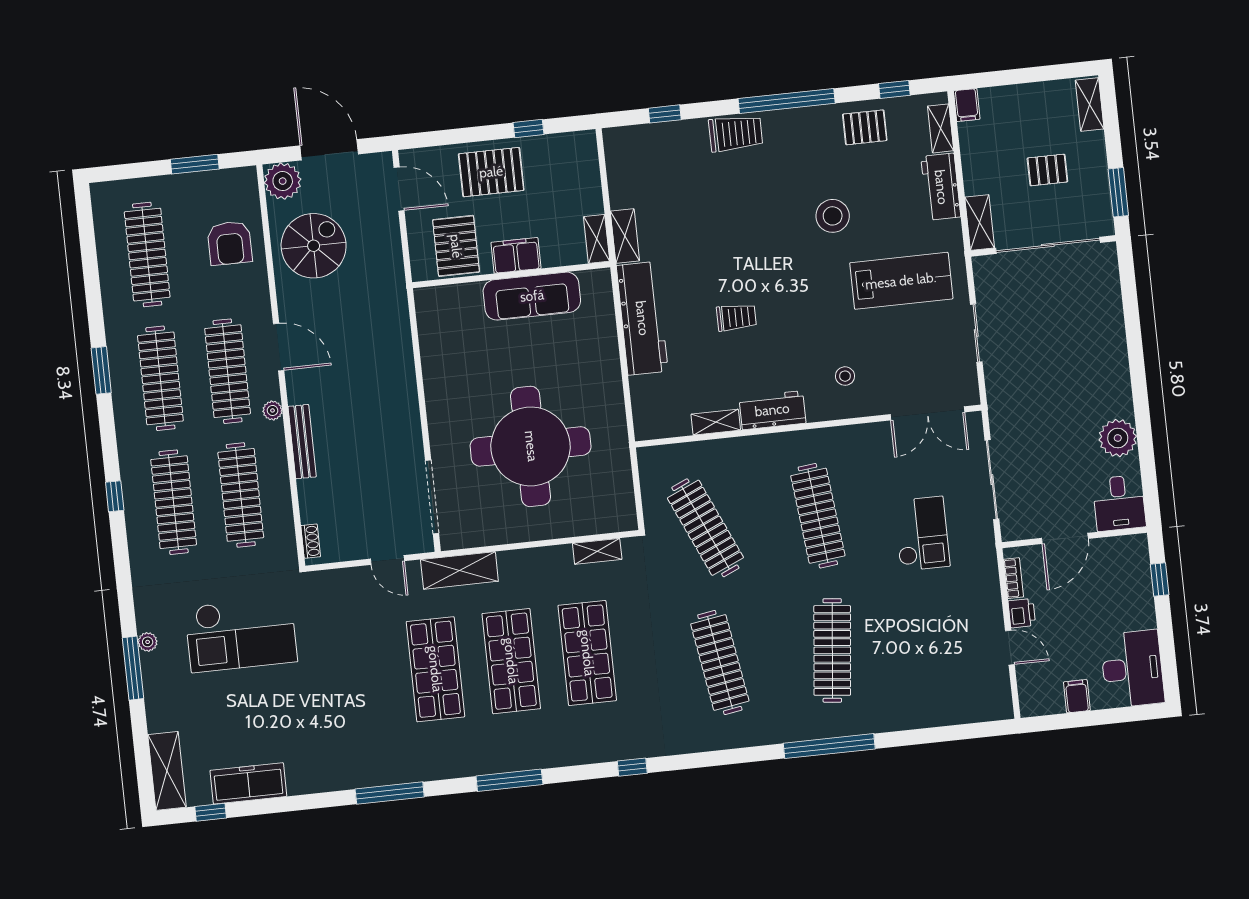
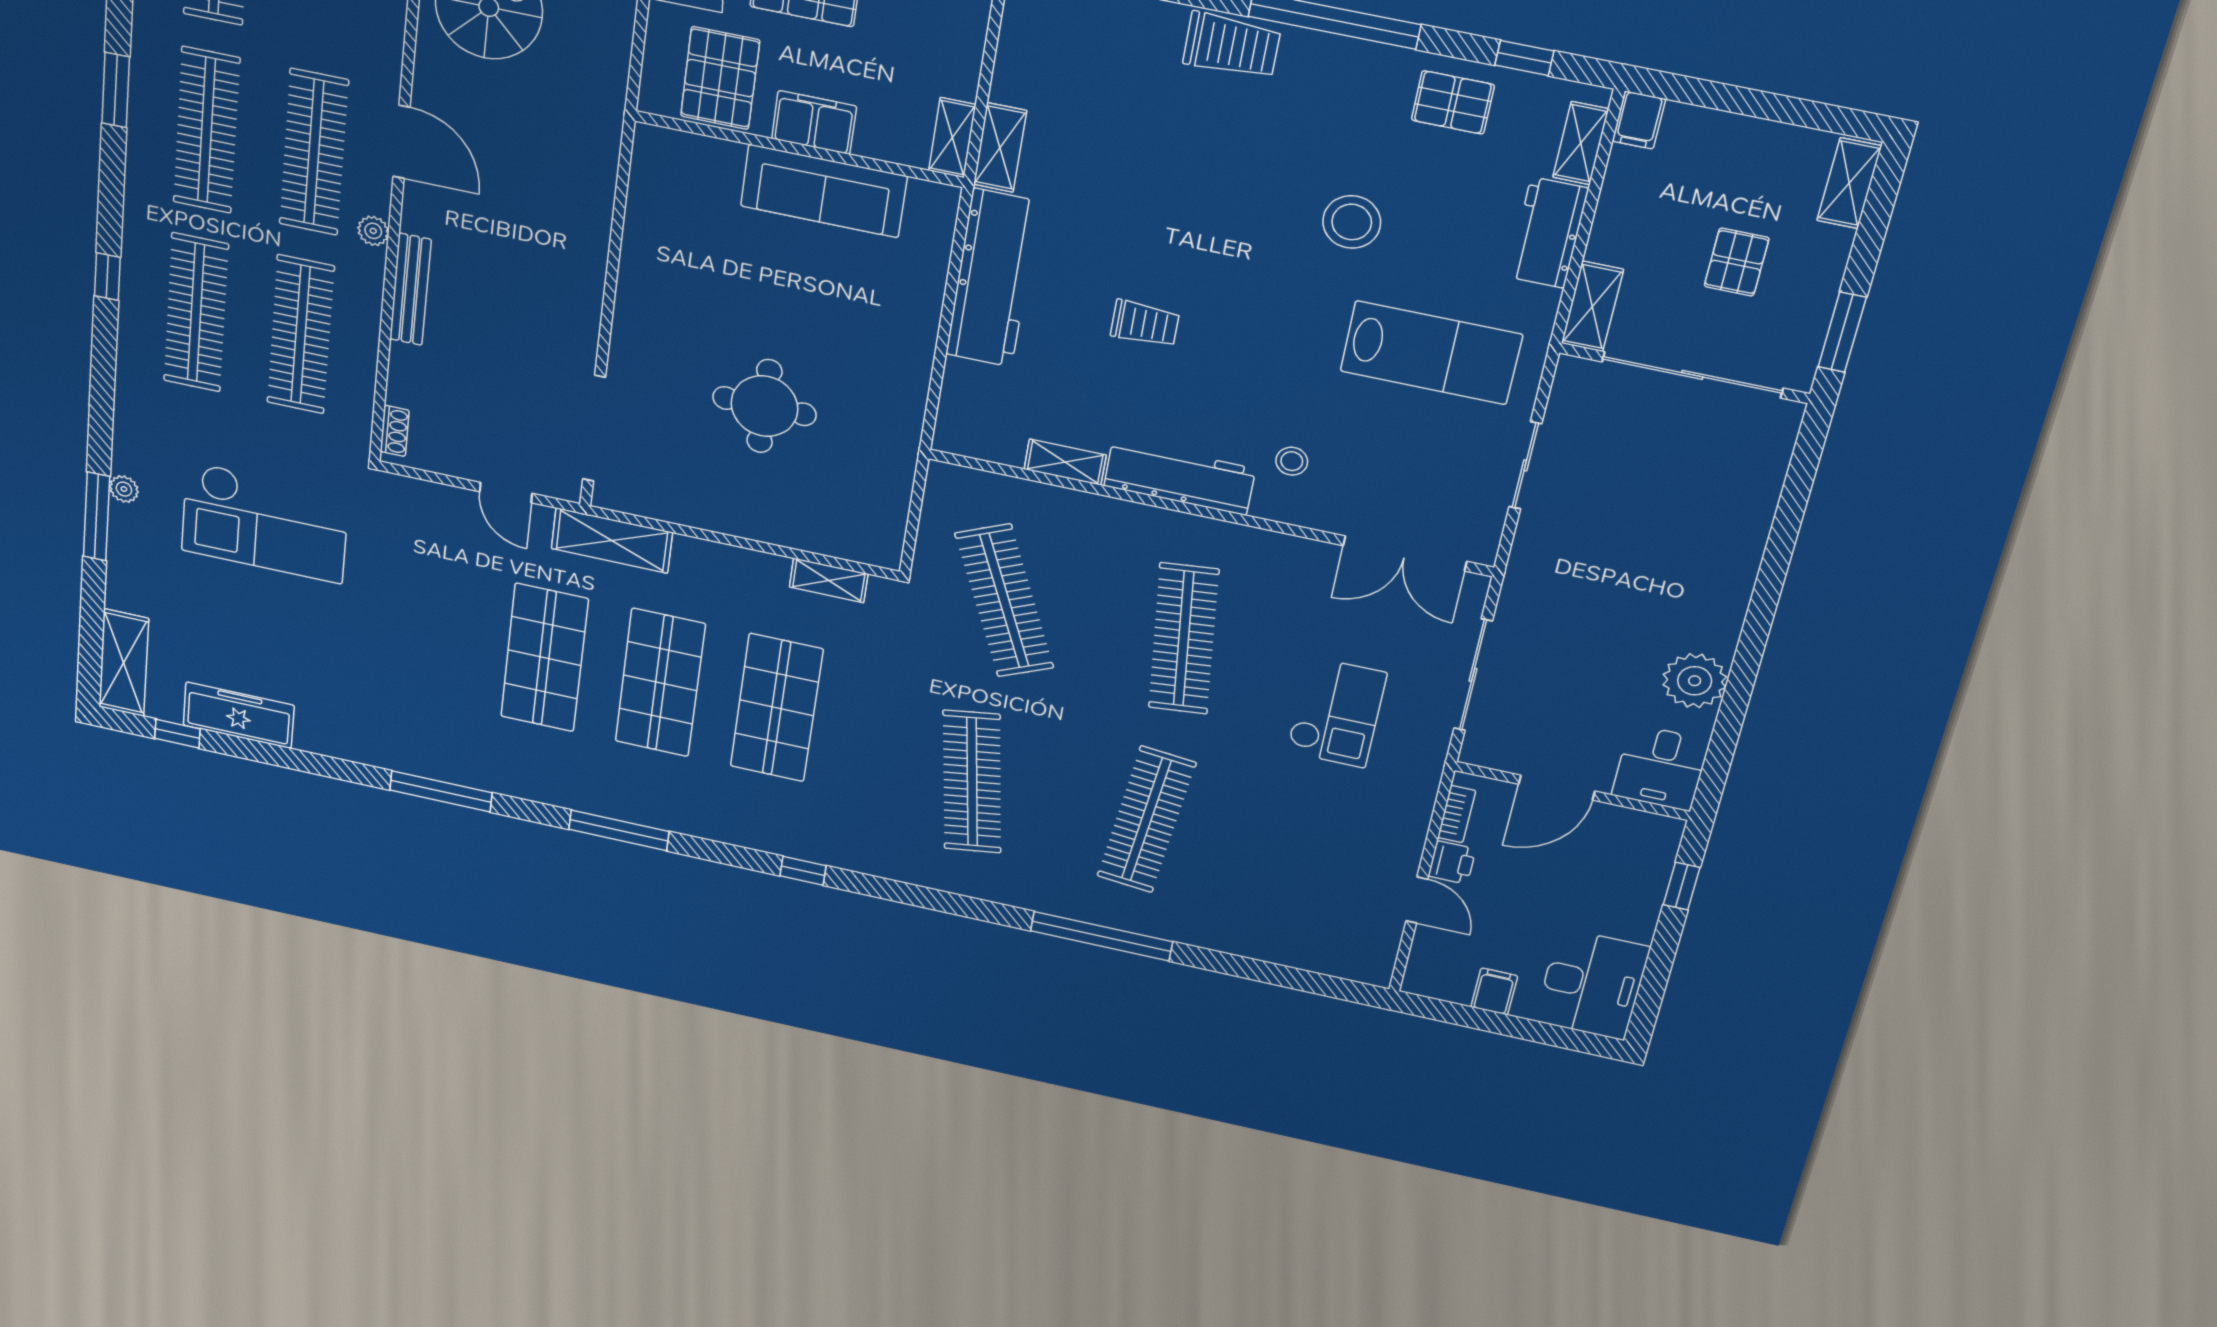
pallet: (1047, 170) -> (1737, 262), turned 90
workbench: (772, 410) -> (1180, 477), width x1.37
round table: (531, 446) -> (764, 406), width x0.54, depth x0.54

